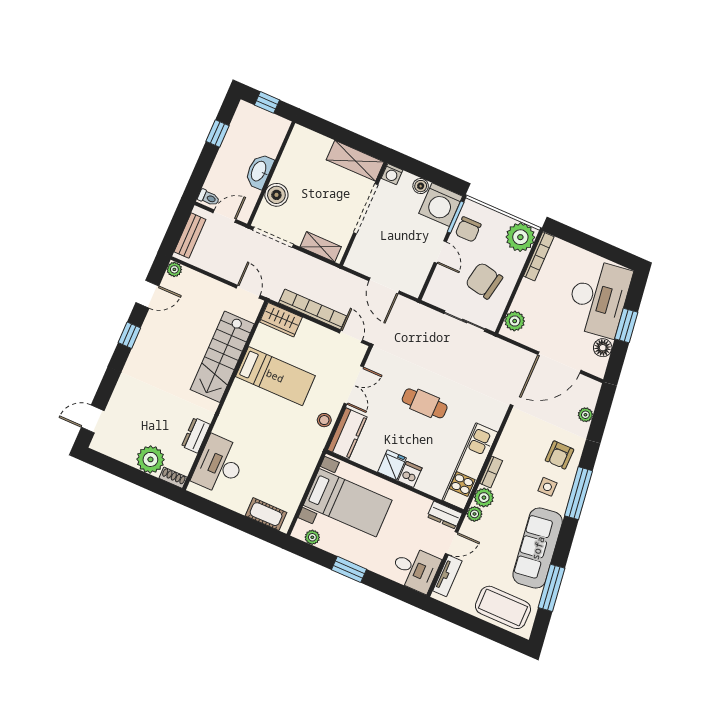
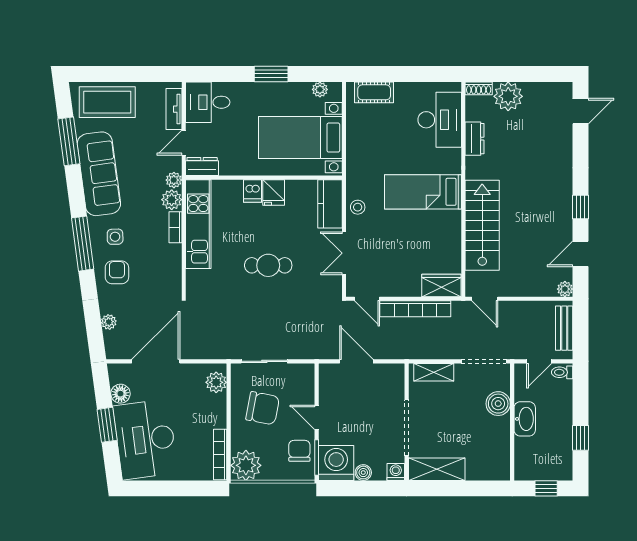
bed: (275, 376) -> (423, 192), moved

